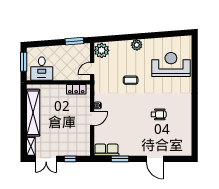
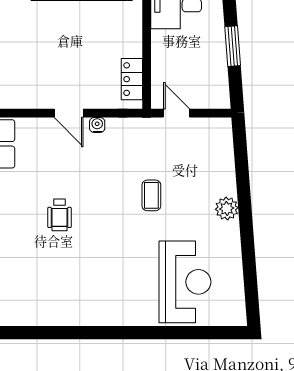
window: (74, 41) -> (233, 46), moved
plant: (102, 50) -> (215, 133), removed
wheelchair: (159, 114) -> (60, 215), moved

